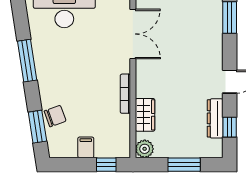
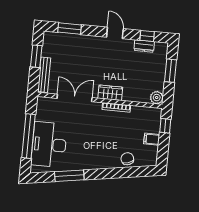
window: (27, 61) -> (69, 176), moved
wardrobe: (145, 115) -> (110, 93), moved
dresser: (215, 118) -> (144, 46), width x0.70
window: (37, 127) -> (134, 172), removed

